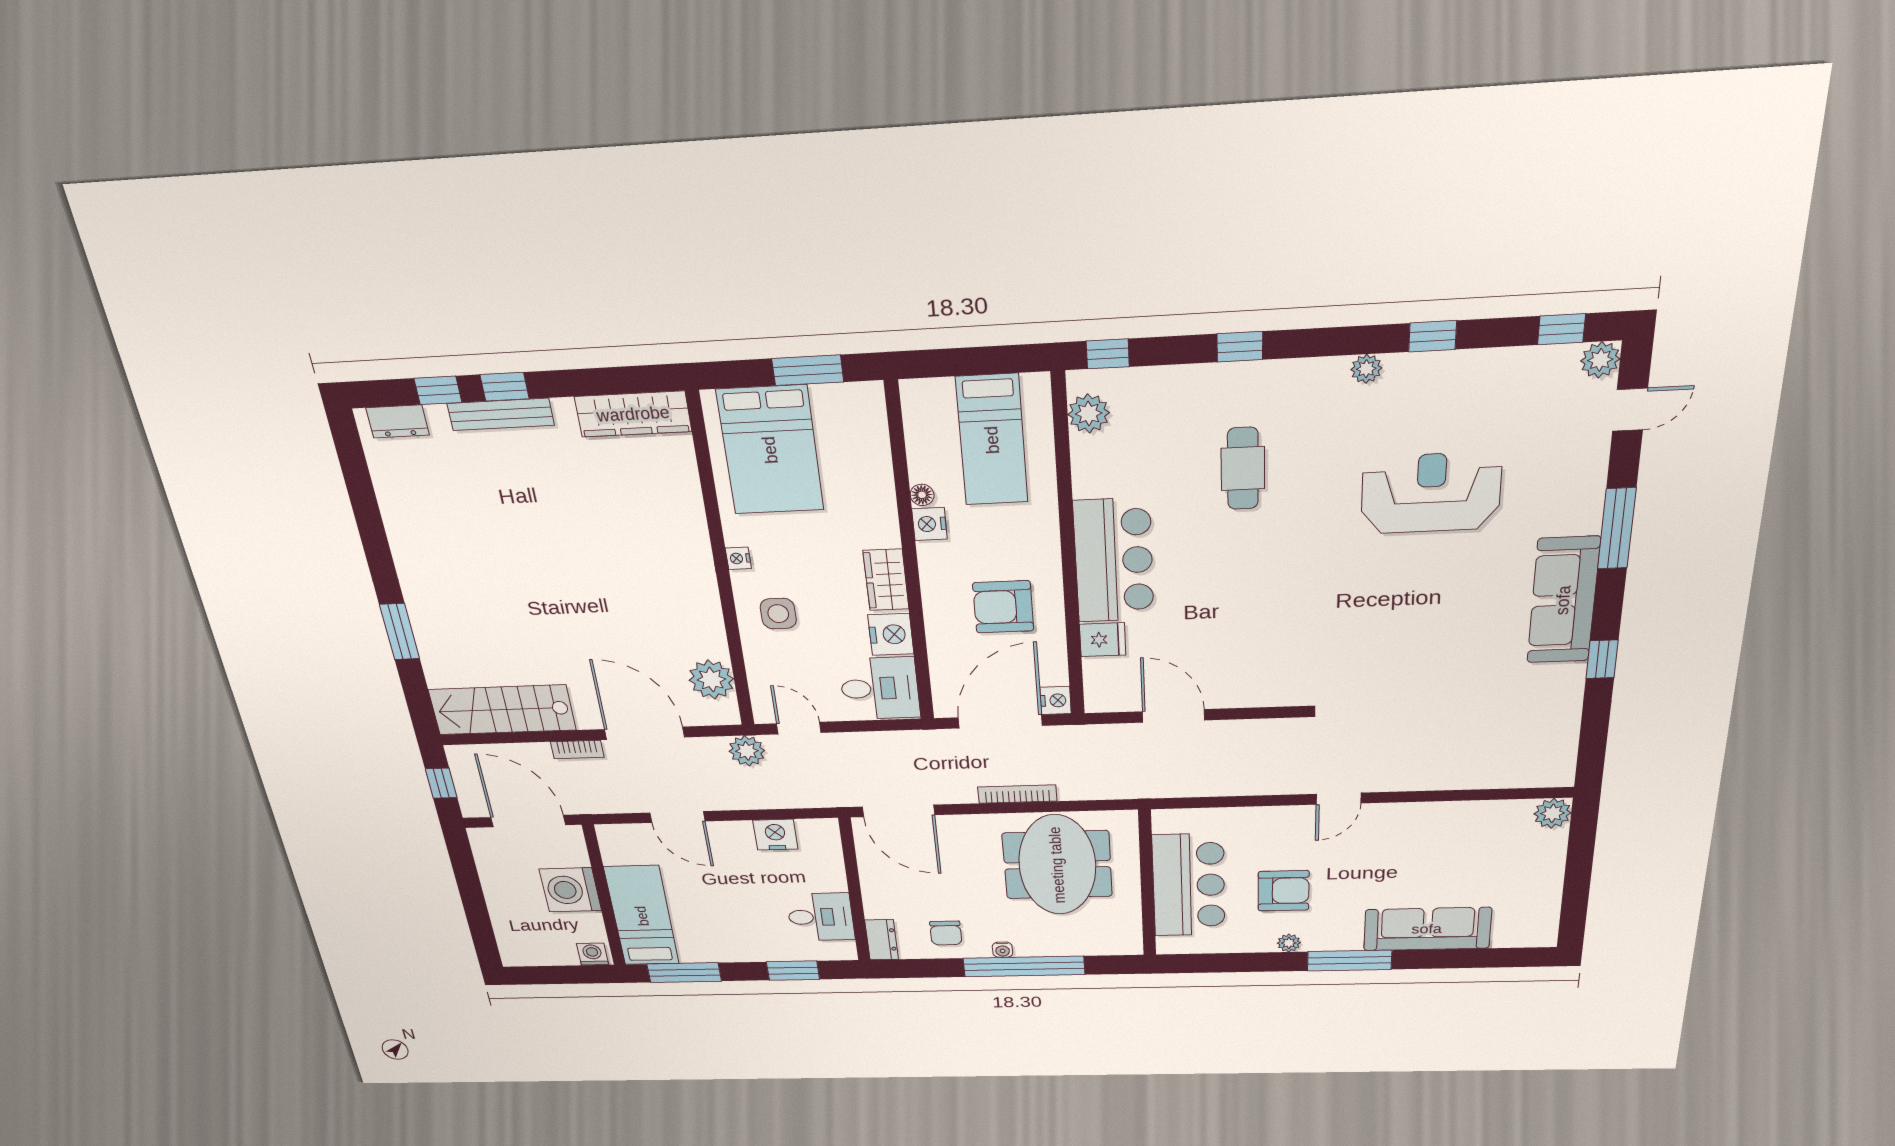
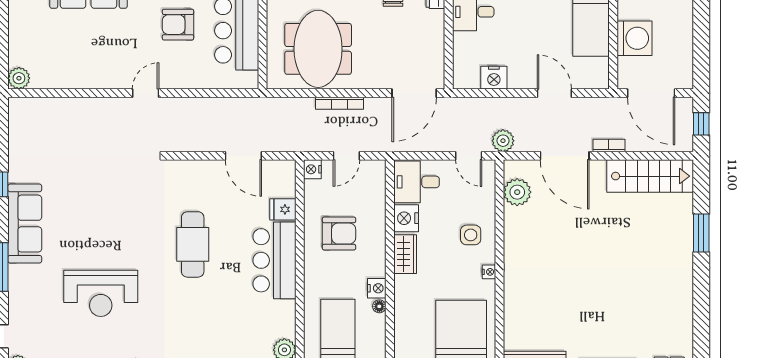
cafe table: (1243, 468) -> (193, 244), moved, width x1.37, depth x1.35
door: (1000, 722) -> (346, 156), width x0.53
door: (898, 811) -> (414, 93), swing flipped

